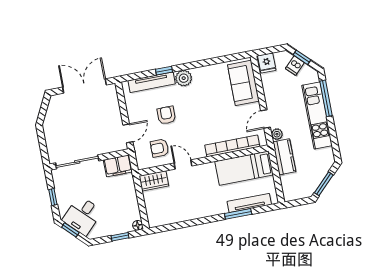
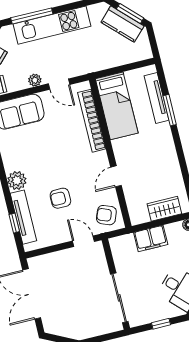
window: (164, 71) -> (14, 223), moved
plant: (277, 134) -> (35, 80), moved
armchair: (160, 148) -> (106, 215), moved, turned 111
kitchen counter: (284, 157) -> (122, 24), moved, turned -135
filing cabinet: (118, 166) -> (151, 238), moved, turned 90
wardrobe: (154, 181) -> (164, 209), moved, turned -90

